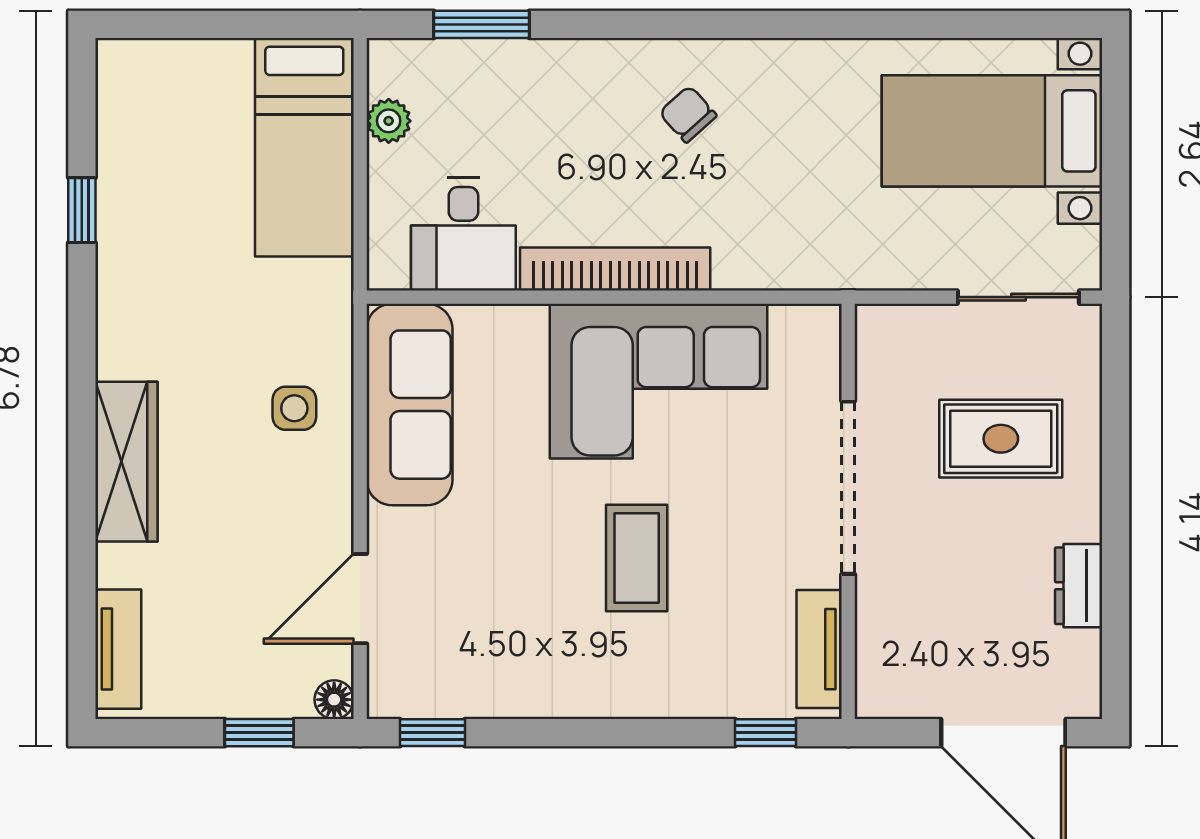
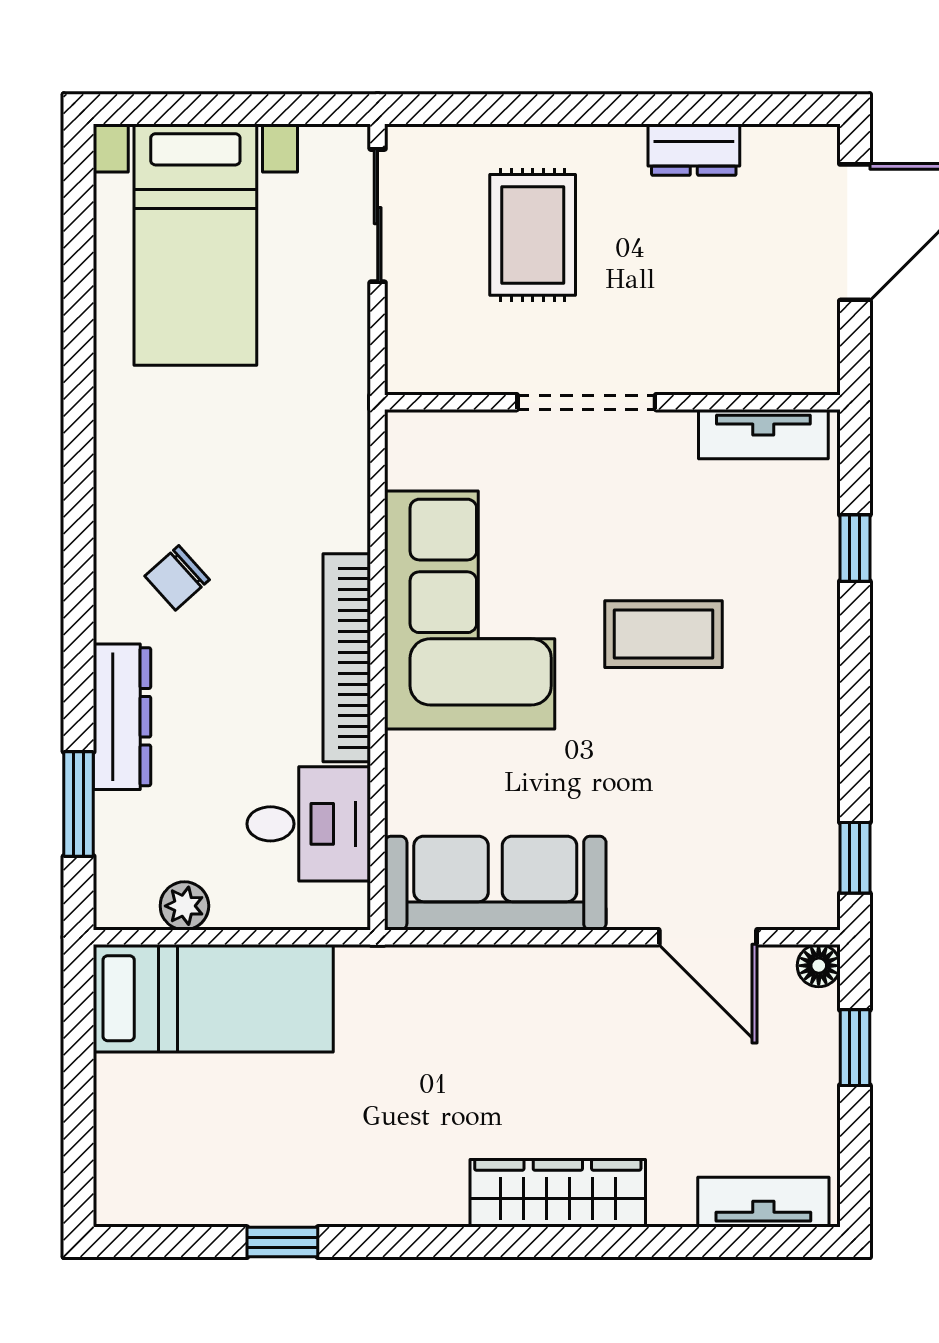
dresser: (561, 64) -> (122, 717), added
side table: (294, 408) -> (499, 1009), removed
doorway: (848, 488) -> (586, 402), width x0.73
window: (765, 733) -> (855, 548), moved

